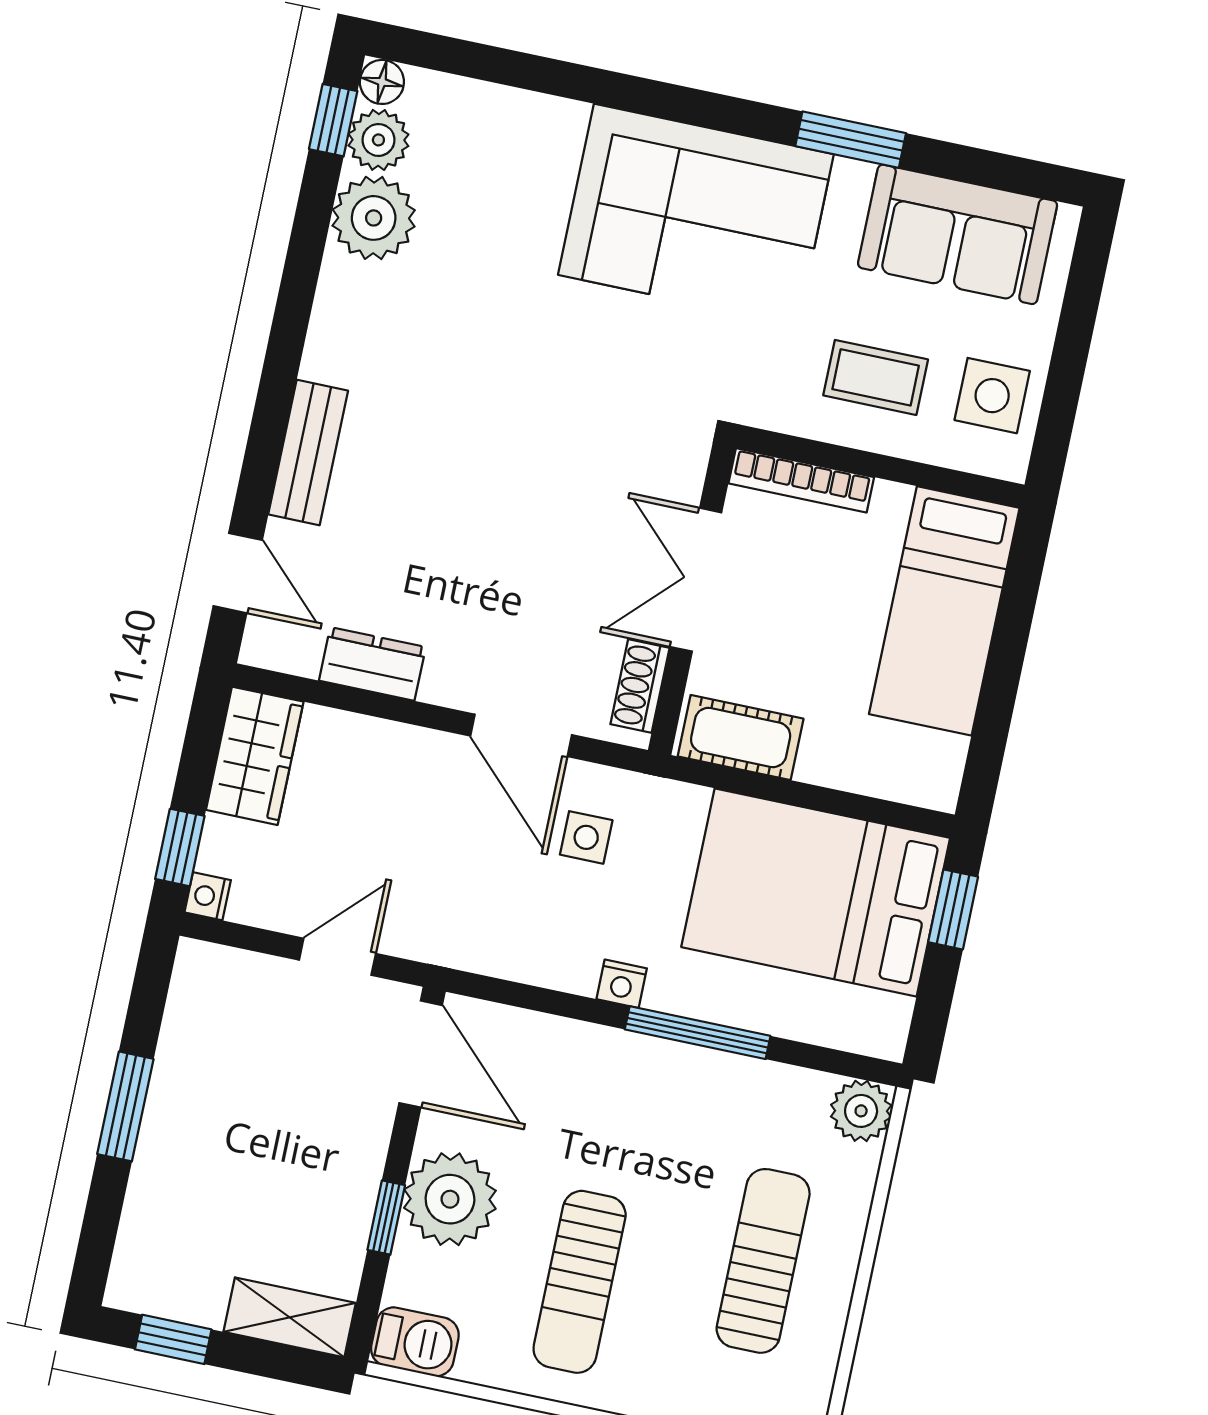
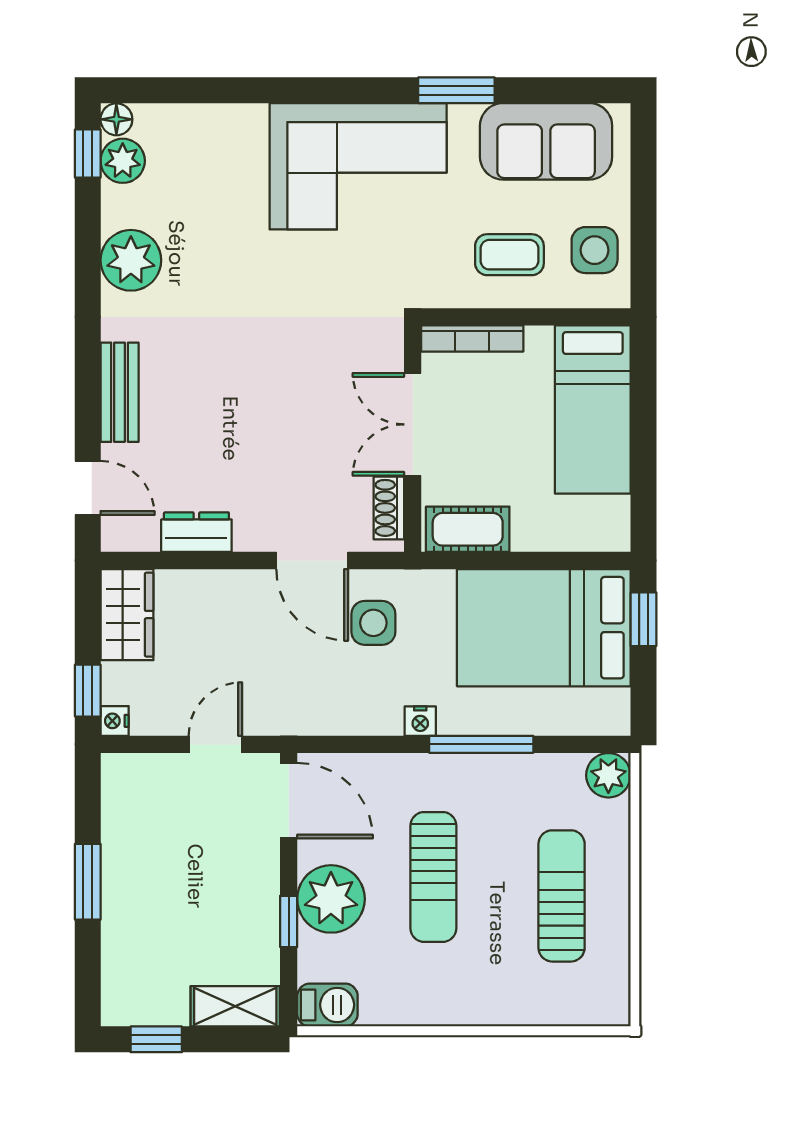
plant: (374, 218) -> (131, 260), moved
side table: (586, 837) -> (373, 623), width x1.37, depth x1.37
sun lounger: (580, 1282) -> (433, 877), moved

